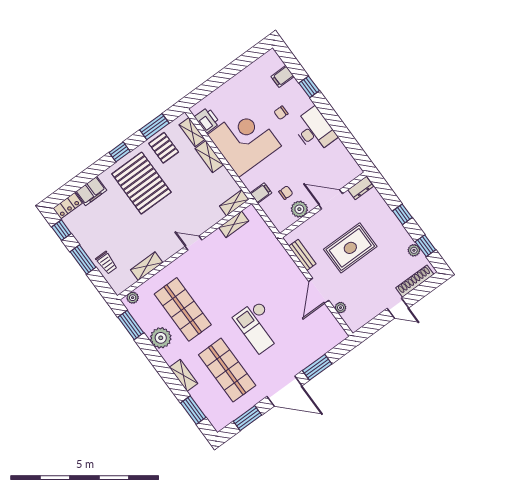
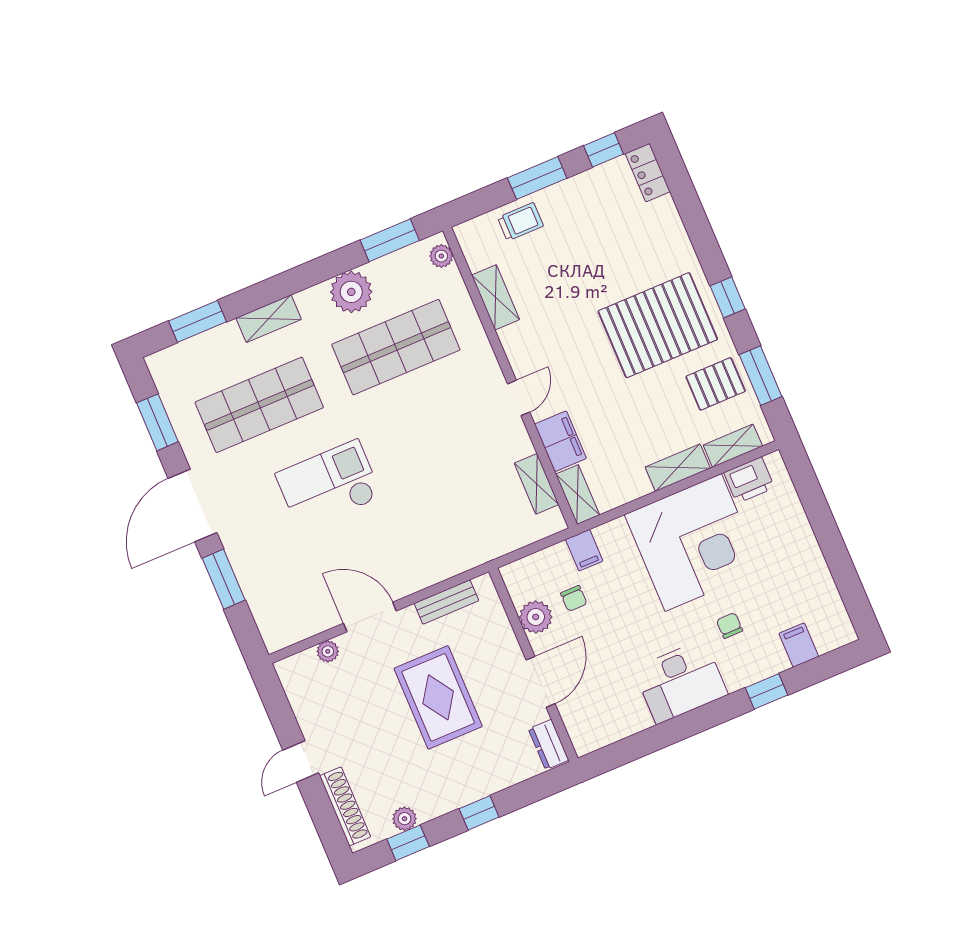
filing cabinet: (91, 191) -> (560, 441), moved, turned 180
trolley: (107, 263) -> (520, 222), turned 180

